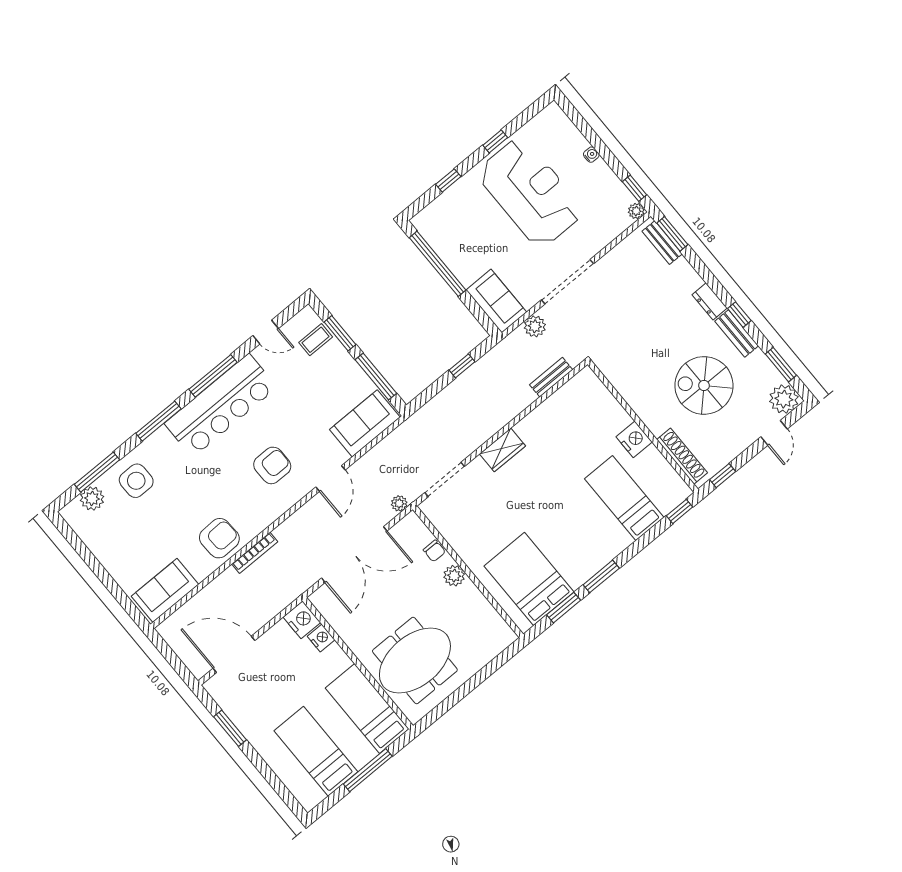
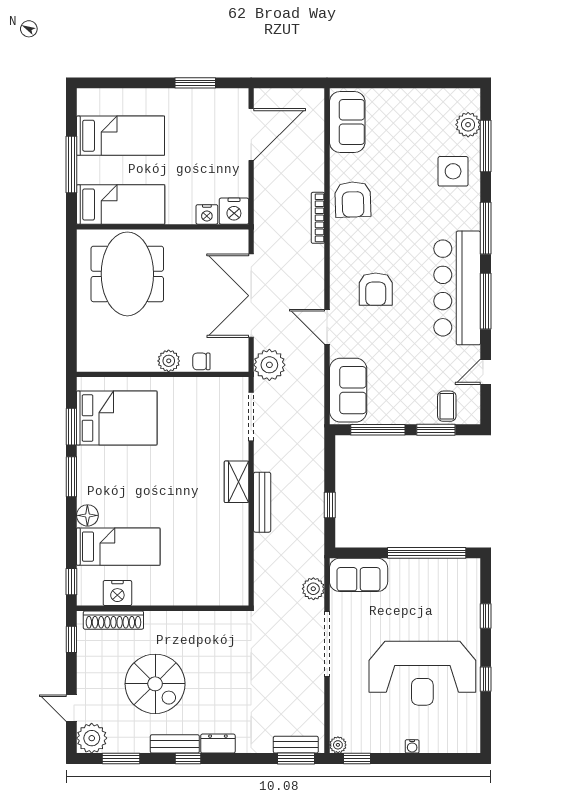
bench: (551, 377) -> (262, 502), moved, width x1.36
spiral stairs: (704, 385) -> (155, 684), turned 90
nightstand: (634, 439) -> (117, 593), moved
plant: (399, 503) -> (269, 365), width x1.87, depth x1.87
floor lamp: (620, 540) -> (87, 515), added

